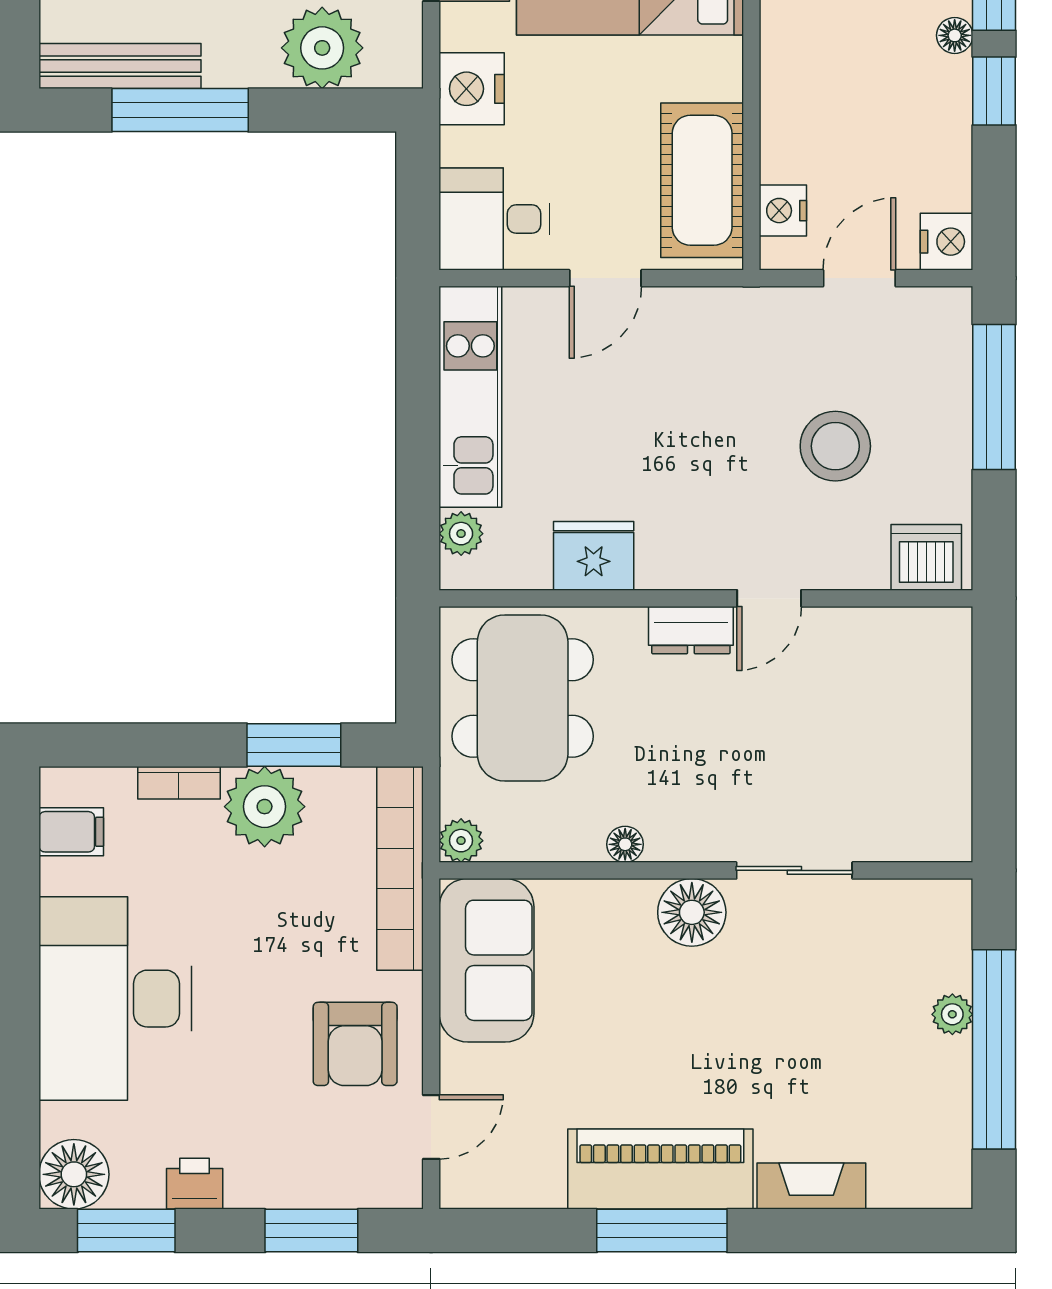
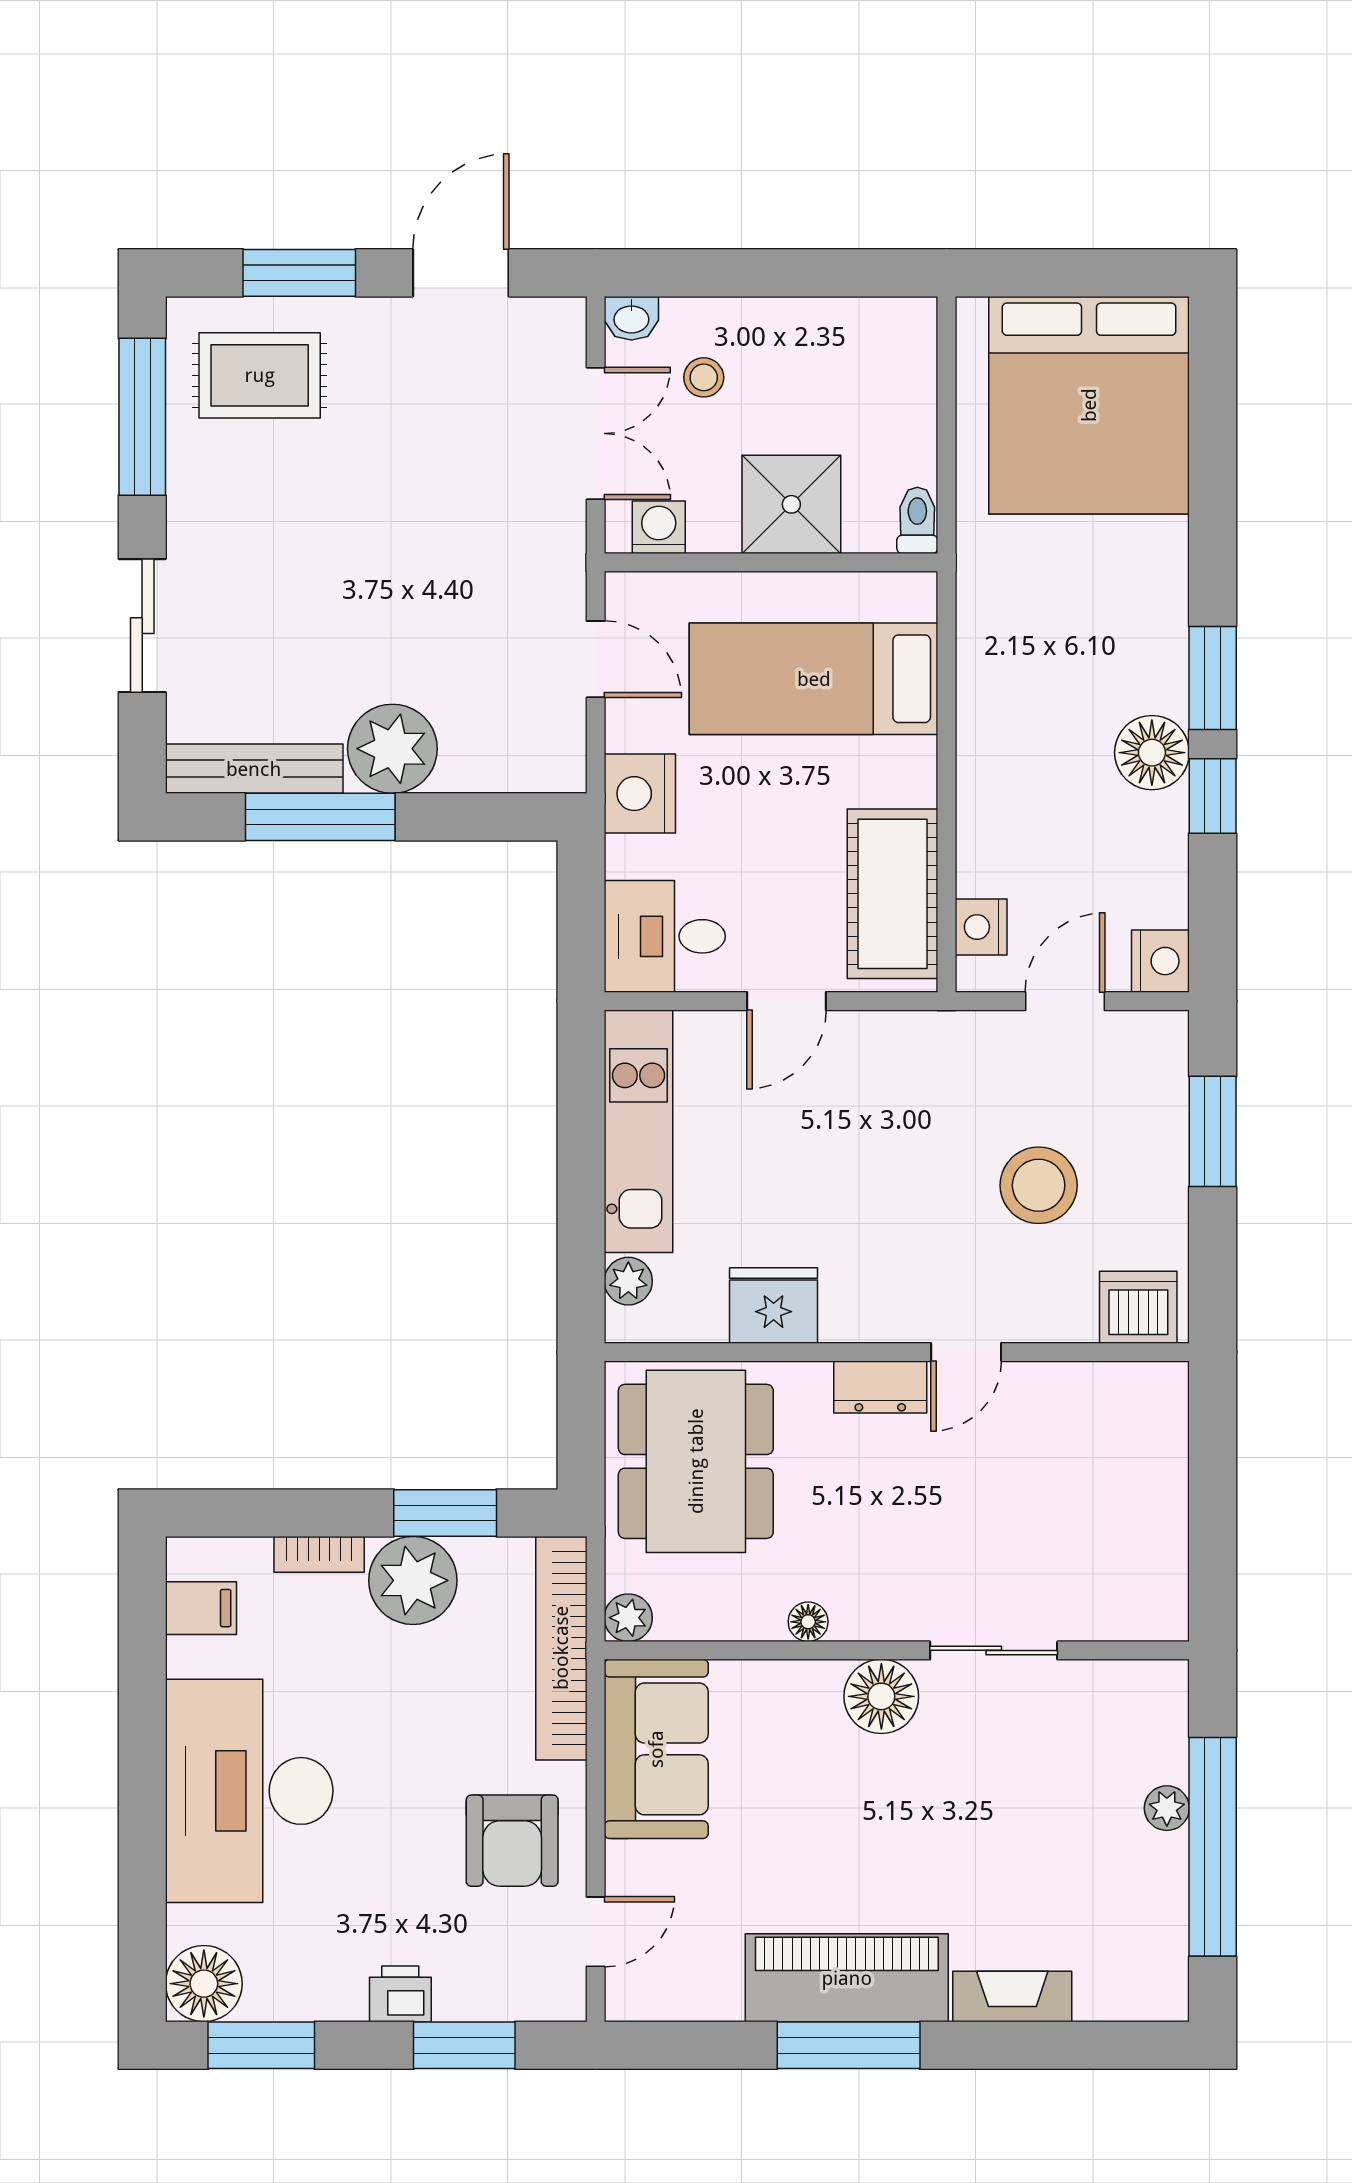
floor lamp: (955, 35) -> (1152, 753), width x1.89, depth x1.89
plant: (322, 48) -> (392, 749), moved
window: (994, 397) -> (1213, 1131), width x0.69
printer: (195, 1184) -> (400, 1994), moved

